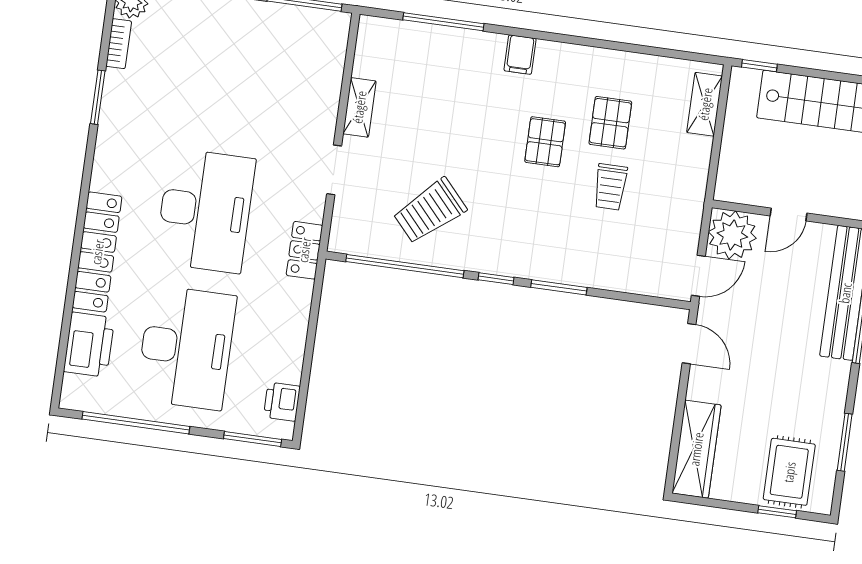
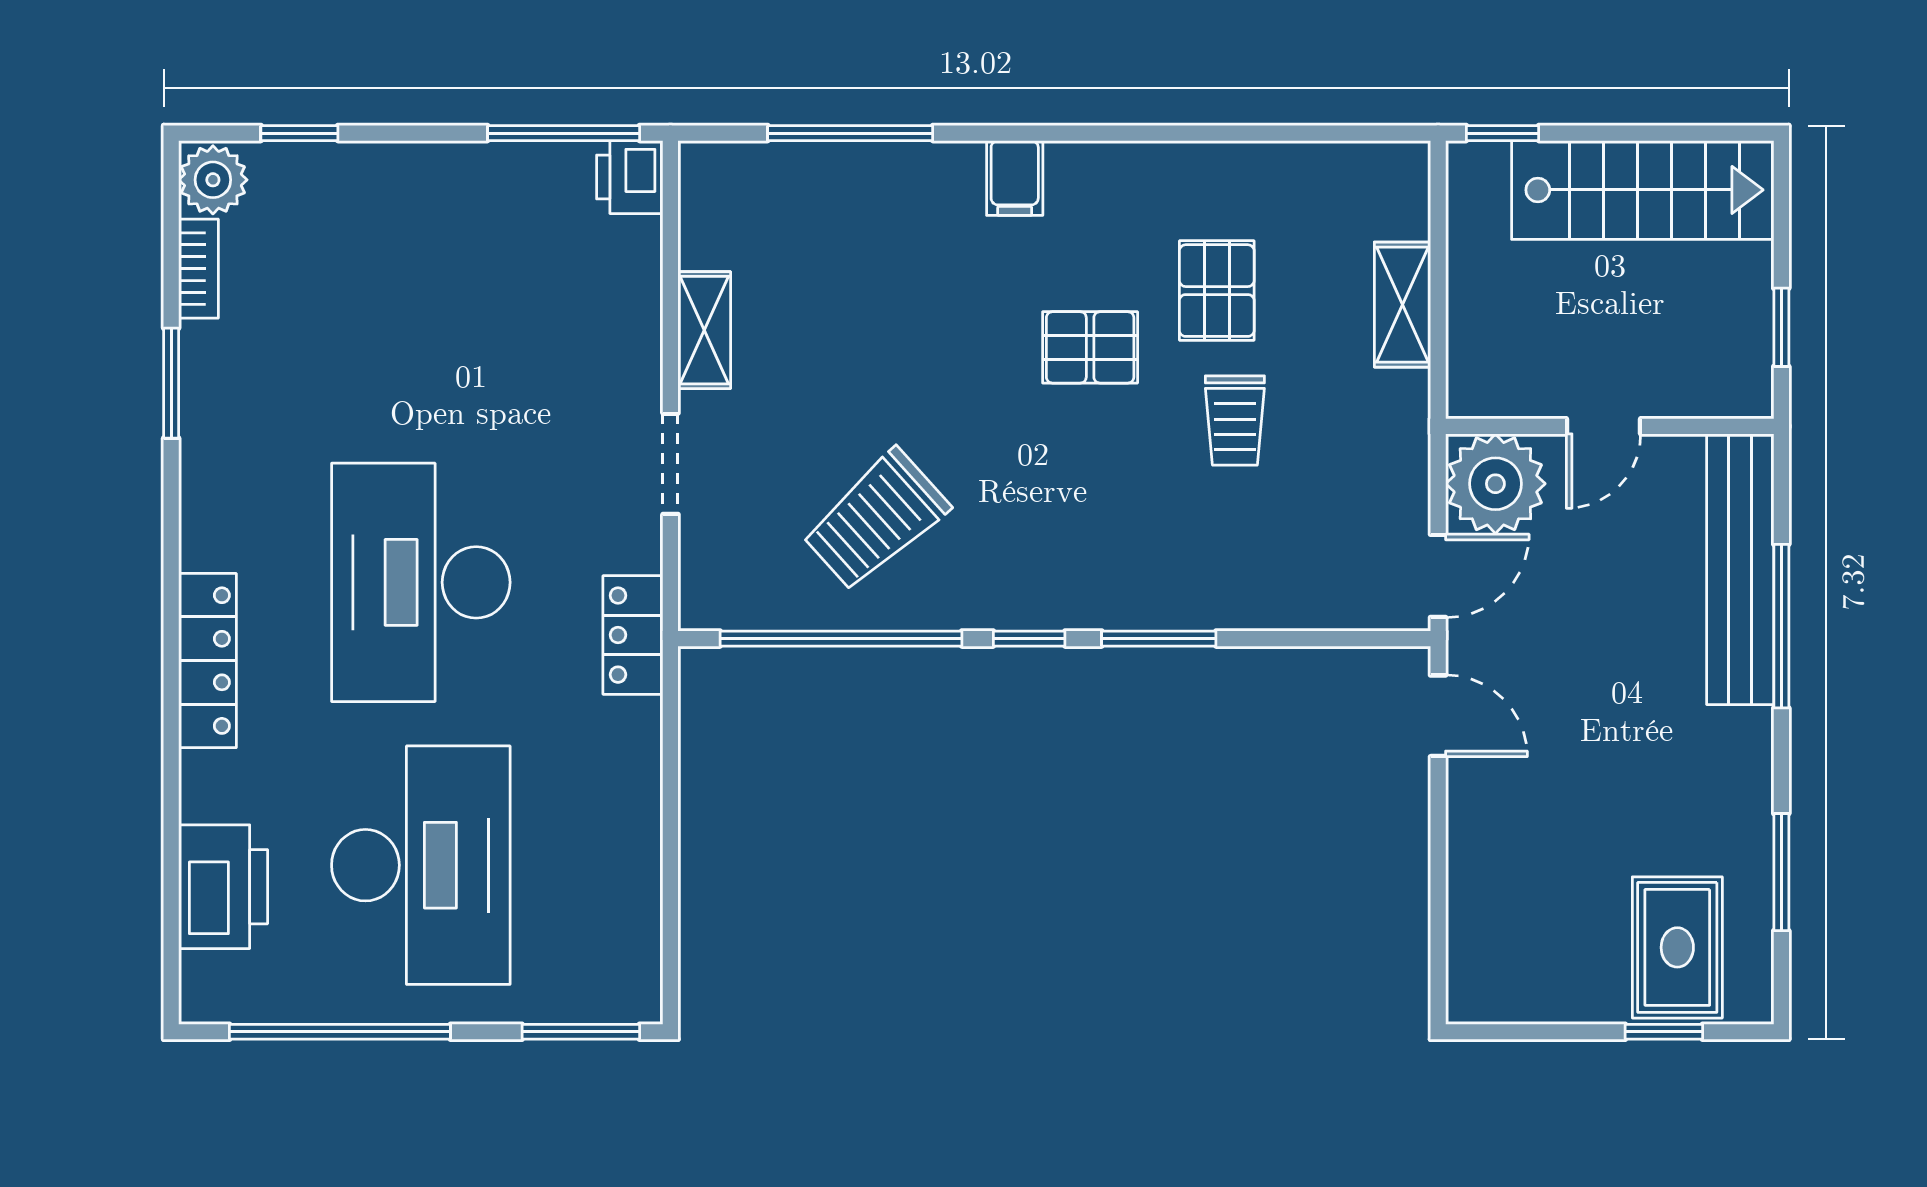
shelving: (705, 104) -> (1402, 305), moved
pallet: (545, 142) -> (1090, 347), turned 90
desk: (205, 211) -> (421, 582), turned 180
locker: (97, 252) -> (207, 661), width x0.71, depth x0.83
printer: (282, 402) -> (630, 177), moved
wardrobe: (696, 449) -> (1483, 928), removed

